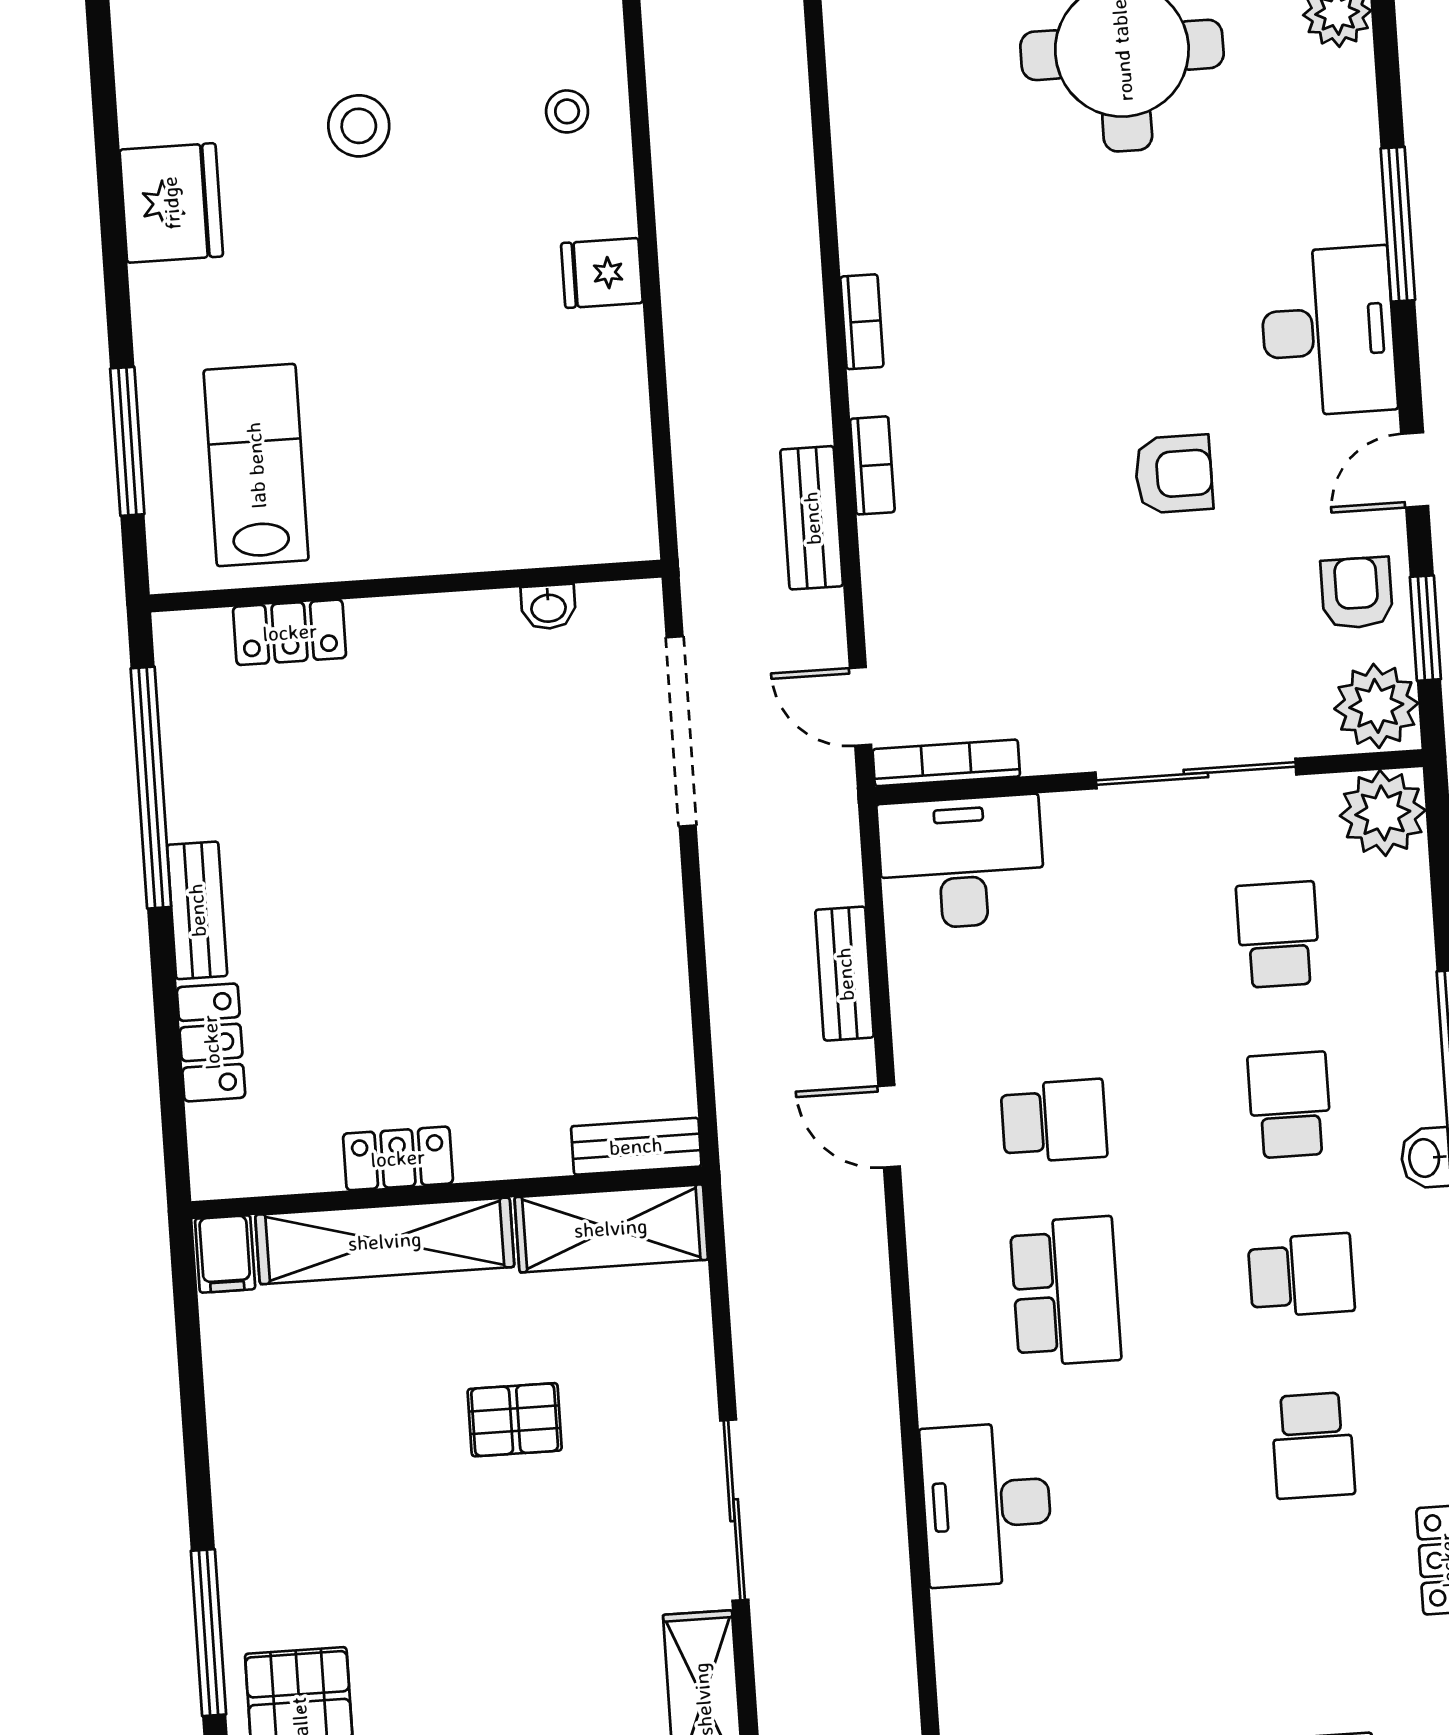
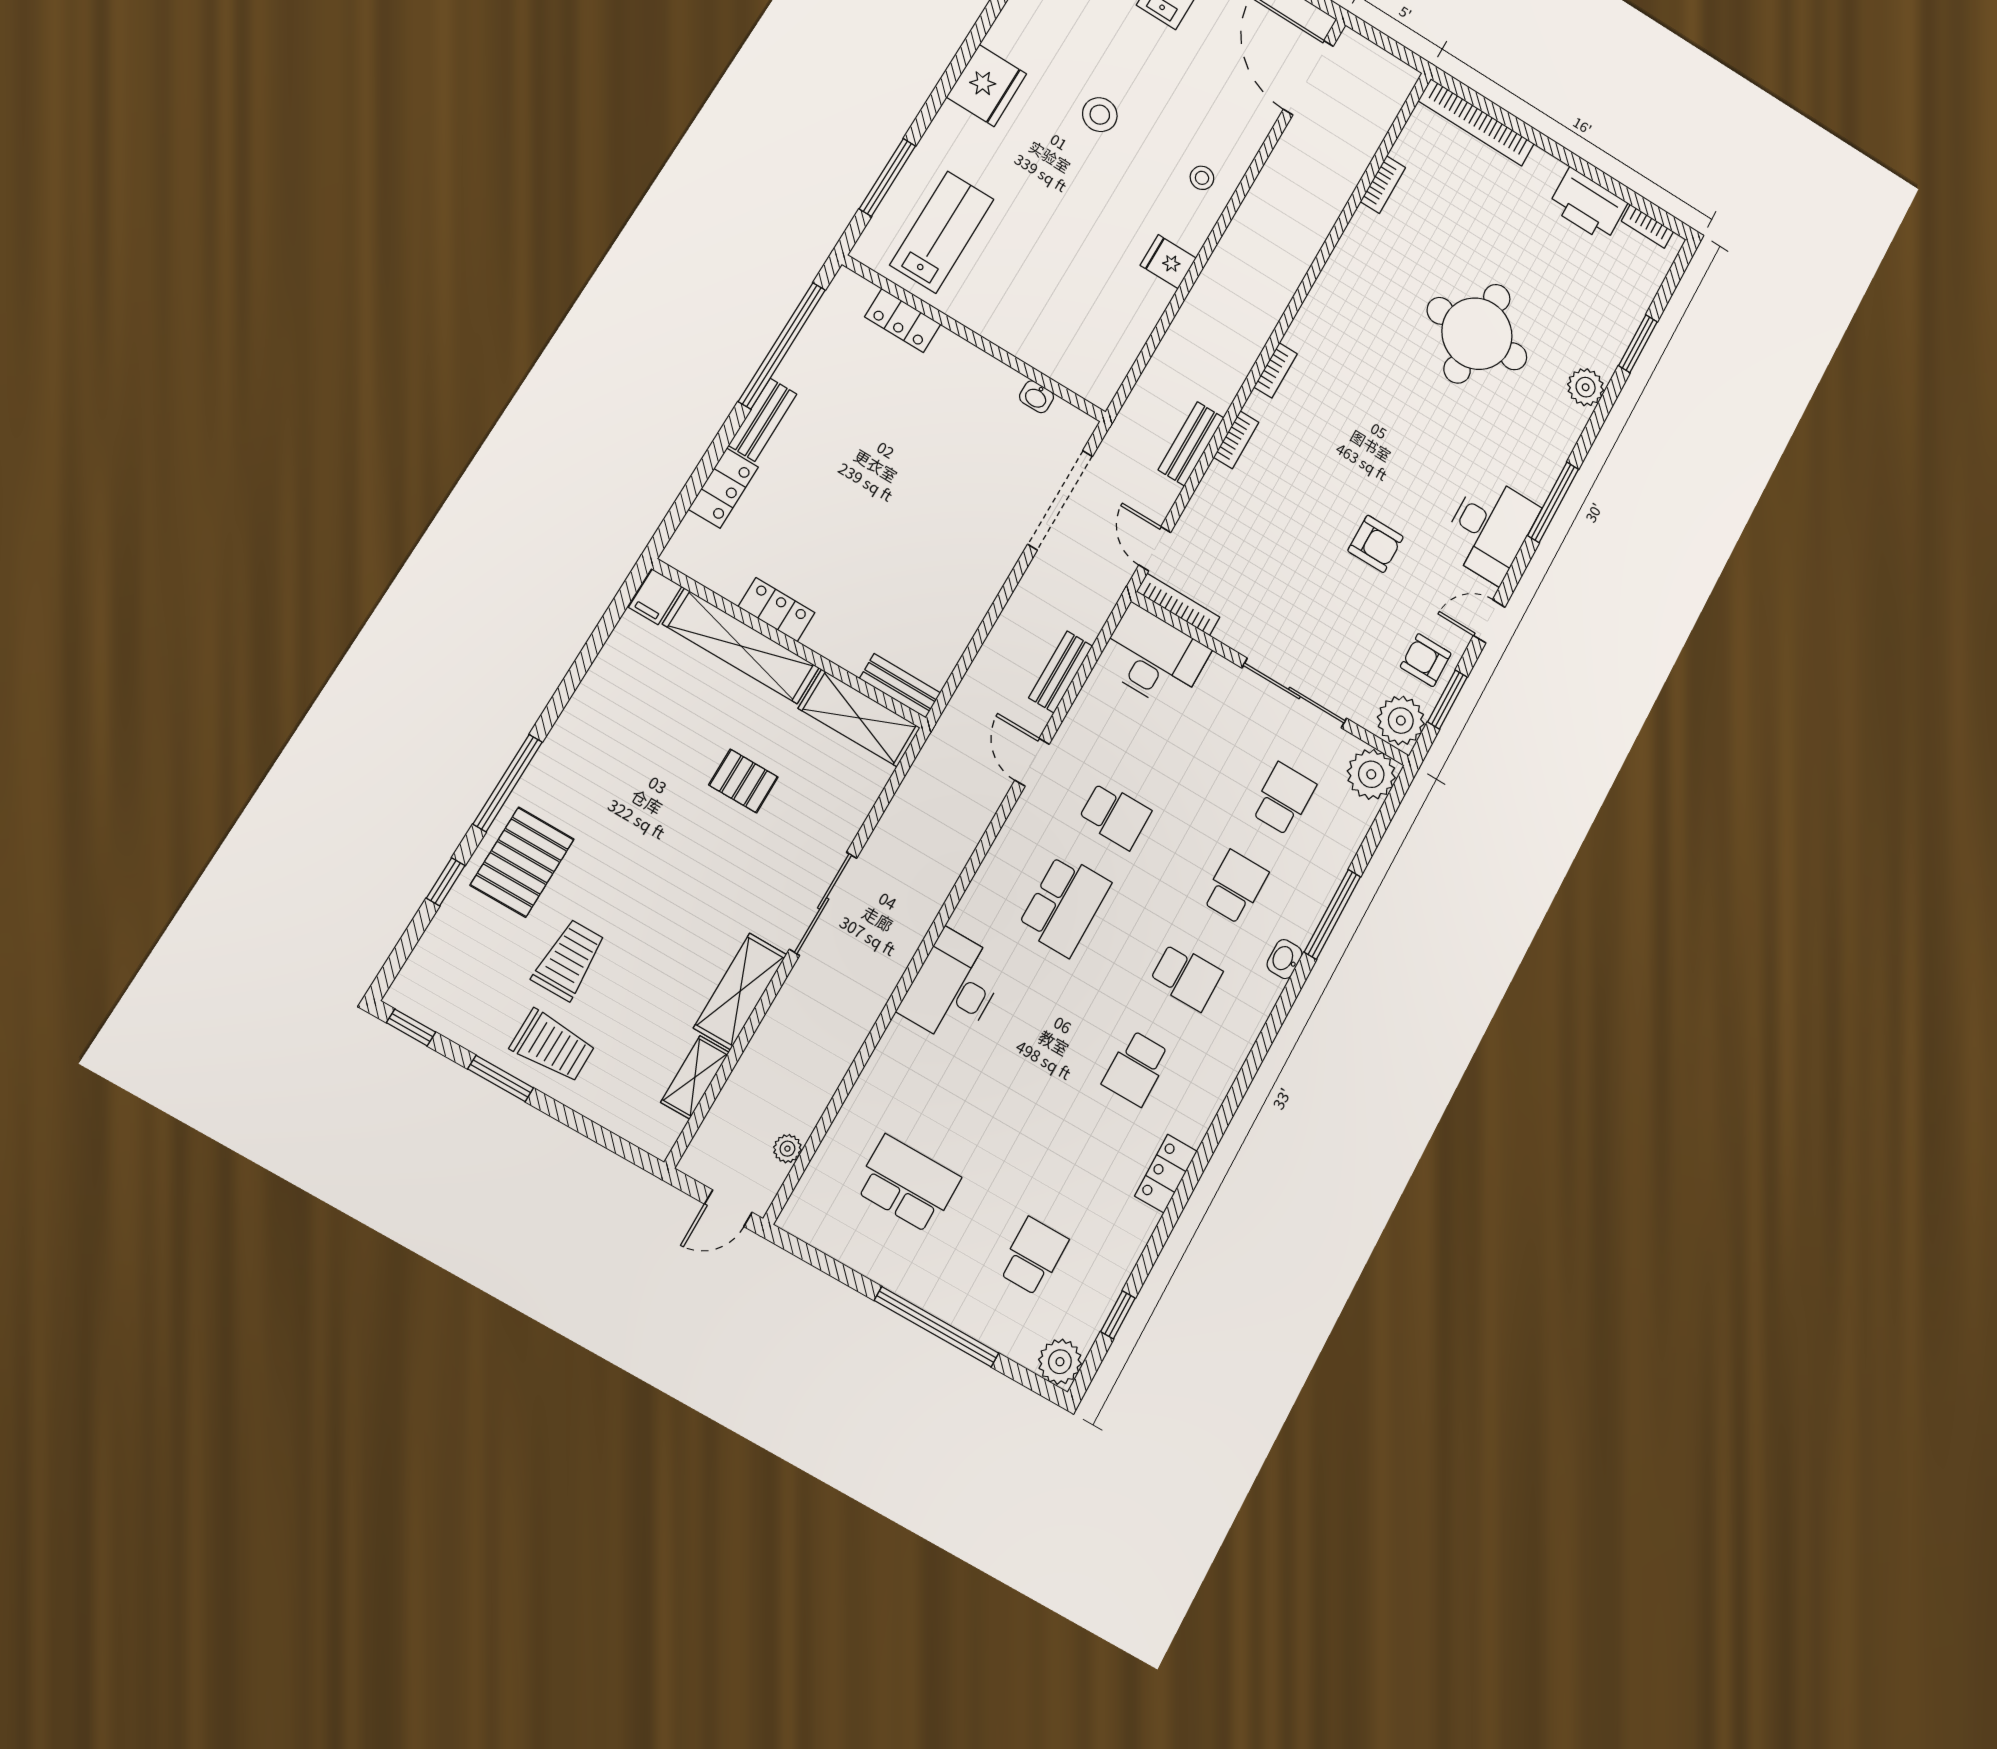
armchair: (1357, 593) -> (1426, 660), turned -90

